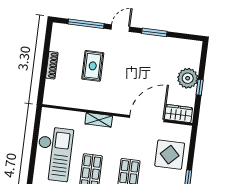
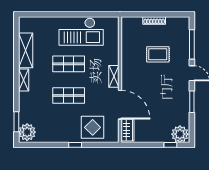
plant: (188, 78) -> (180, 134), moved
window: (200, 87) -> (170, 145), moved
shelving: (99, 120) -> (114, 76), moved

